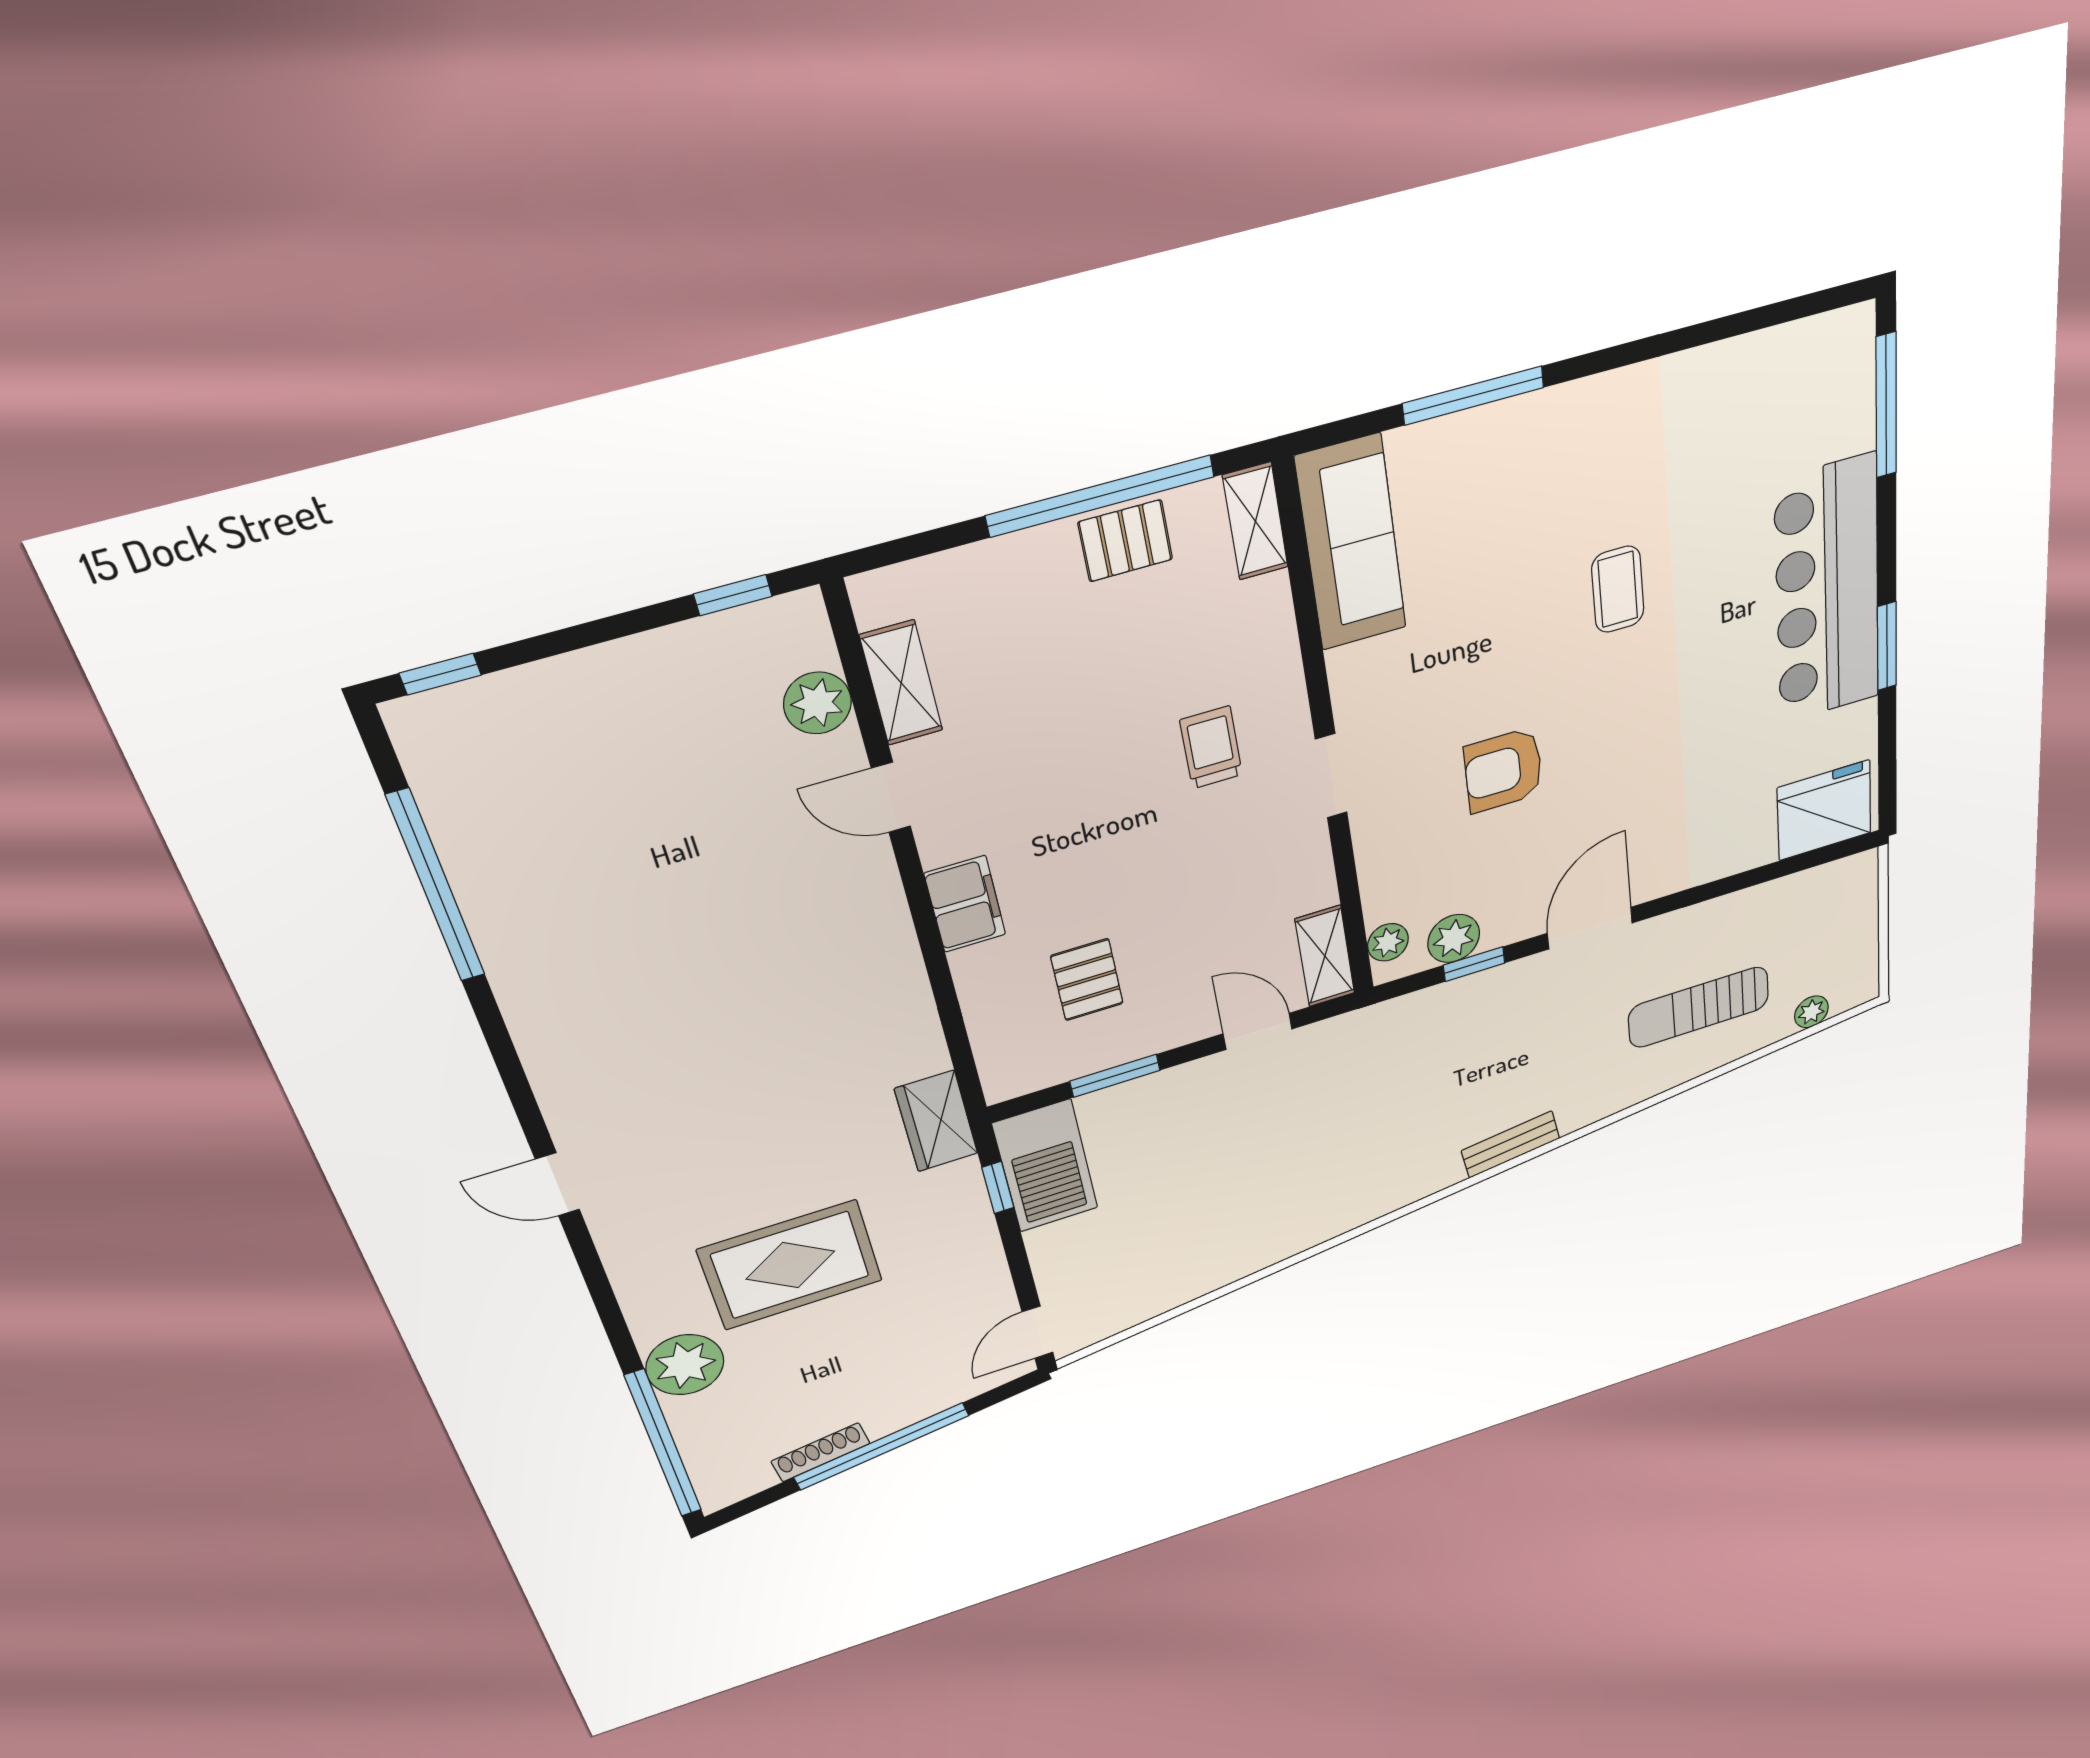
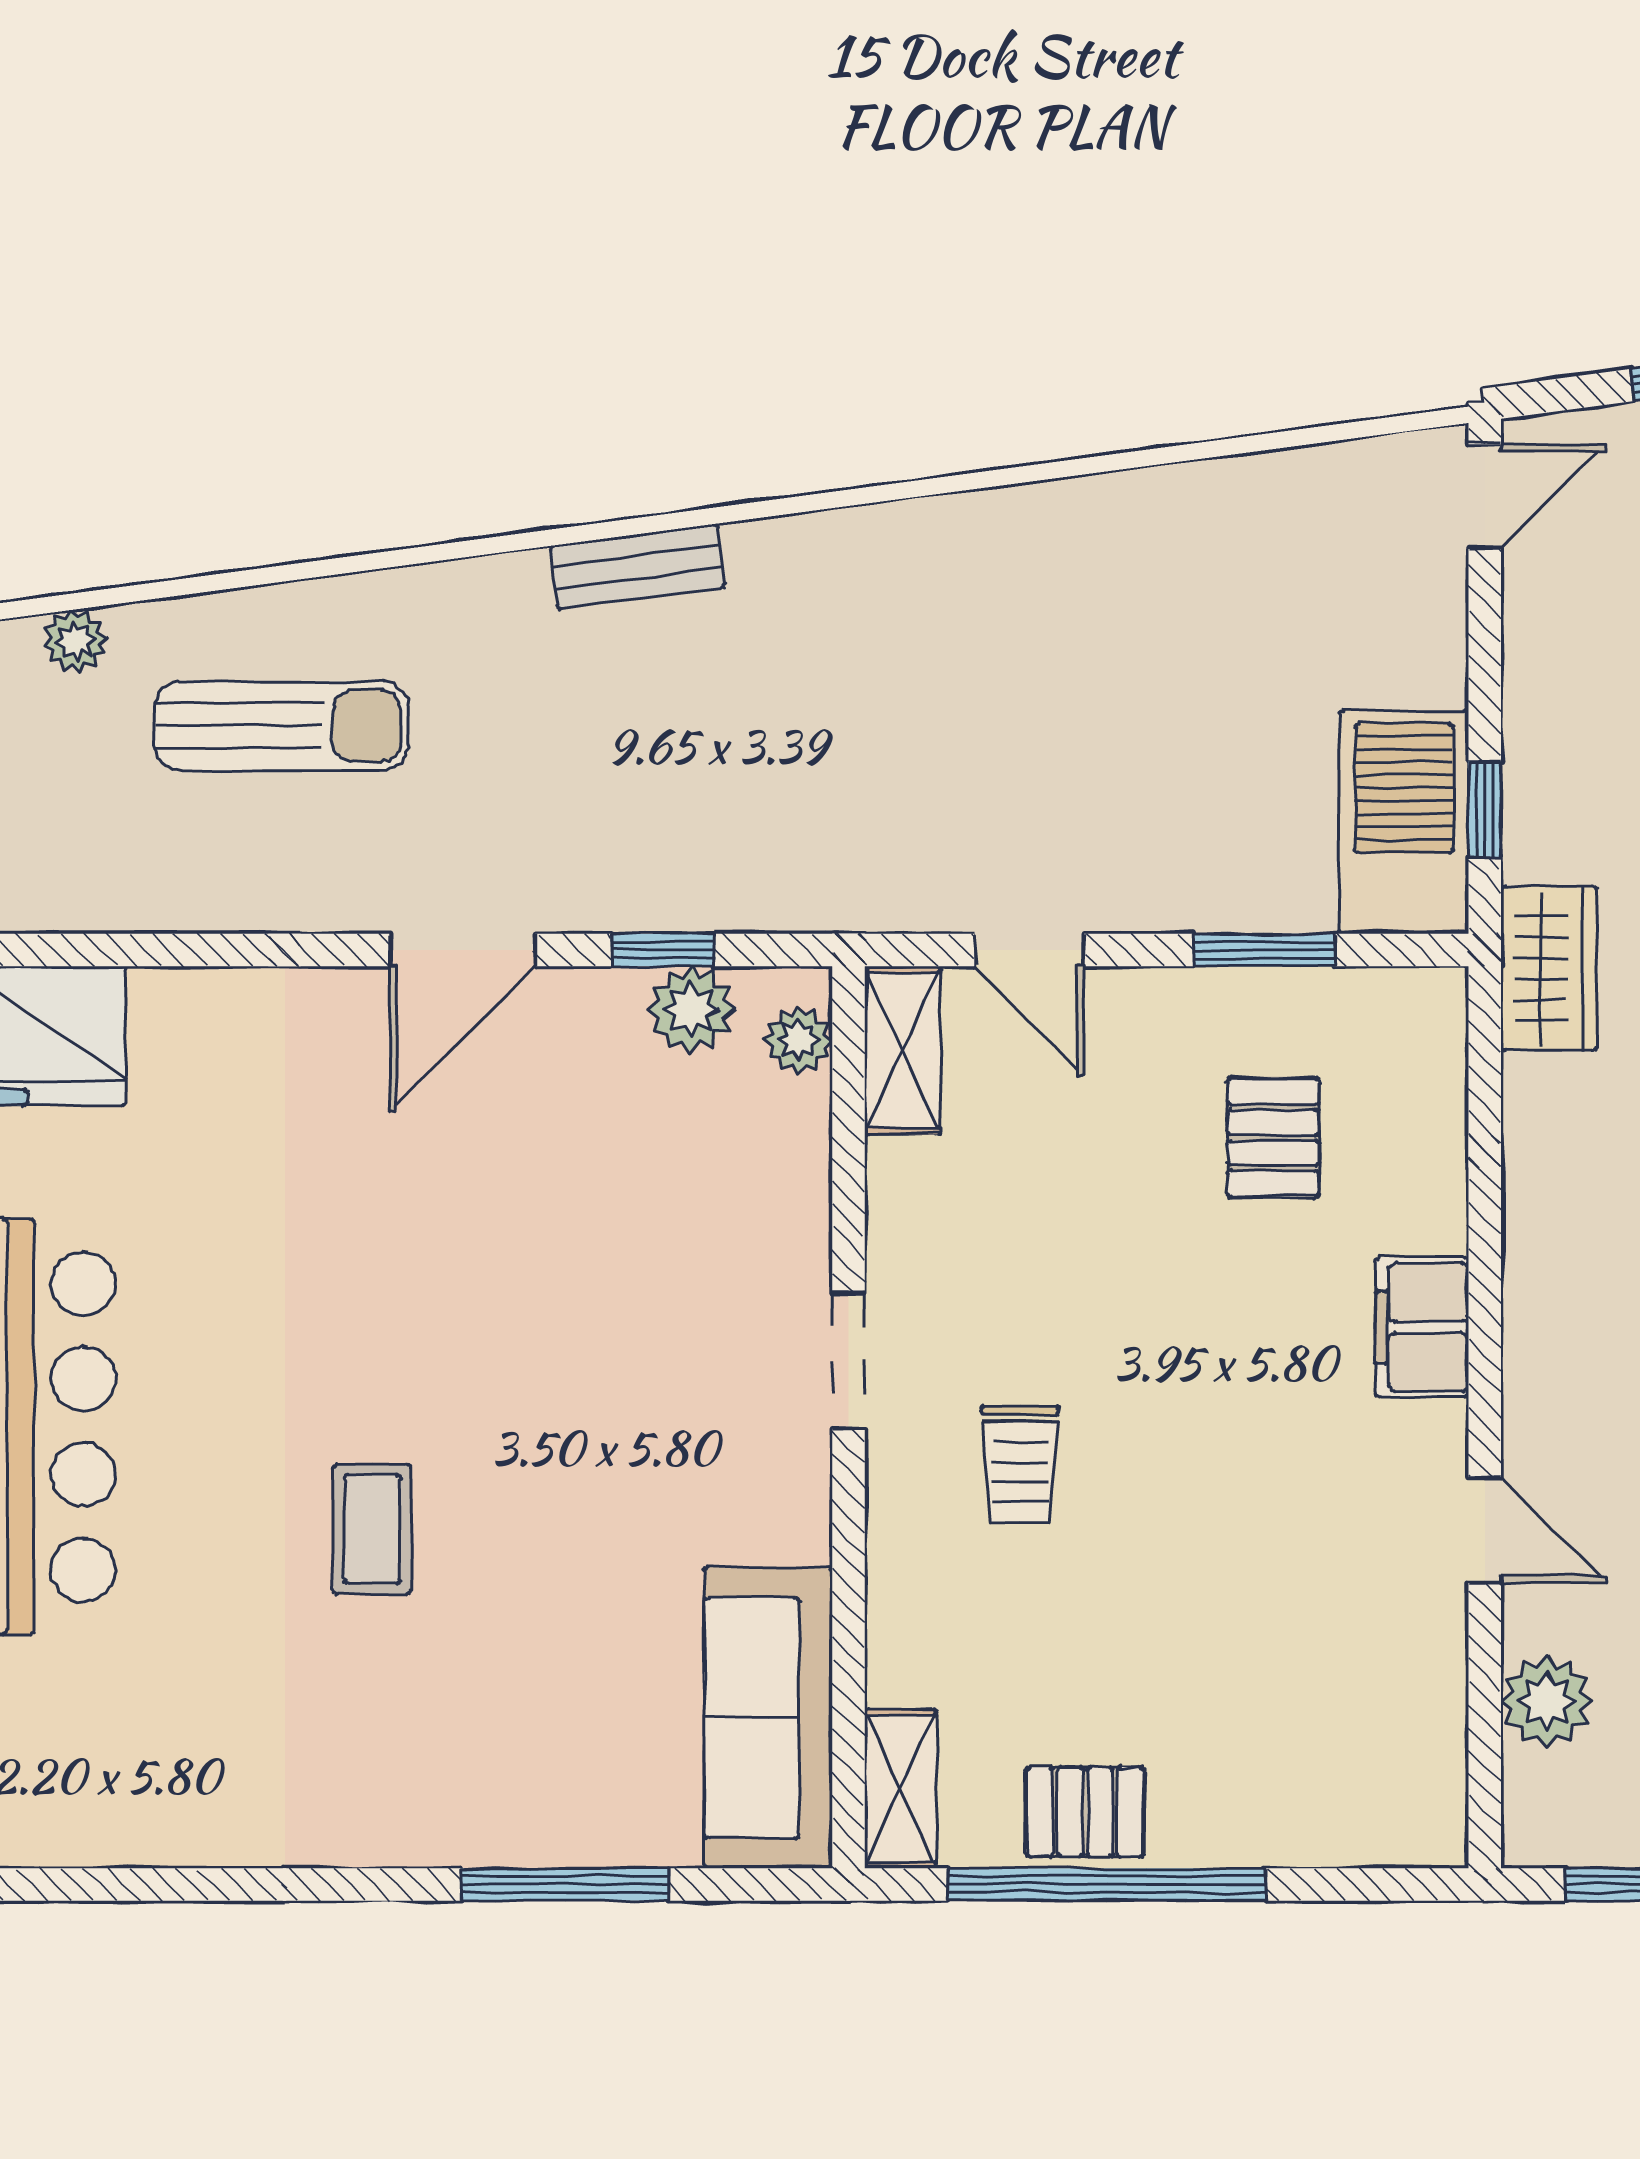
shelving: (901, 683) -> (1430, 1696), removed
armchair: (1503, 770) -> (579, 1284), removed

